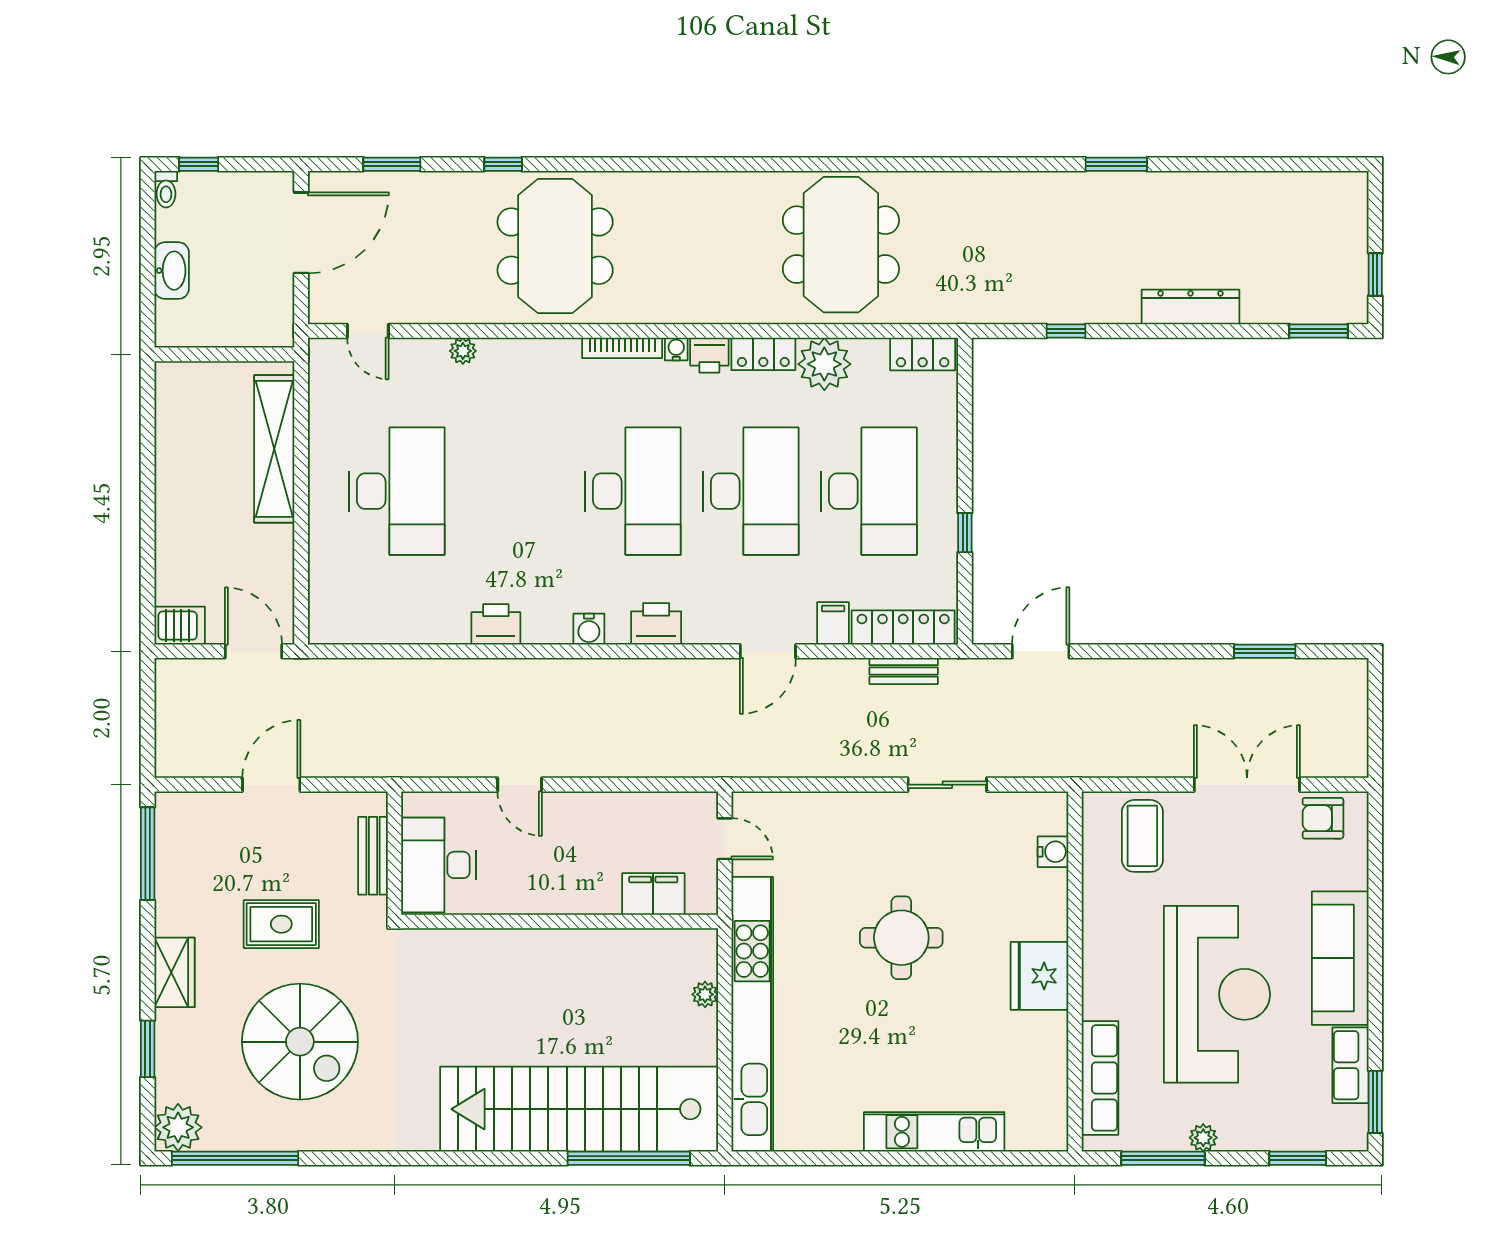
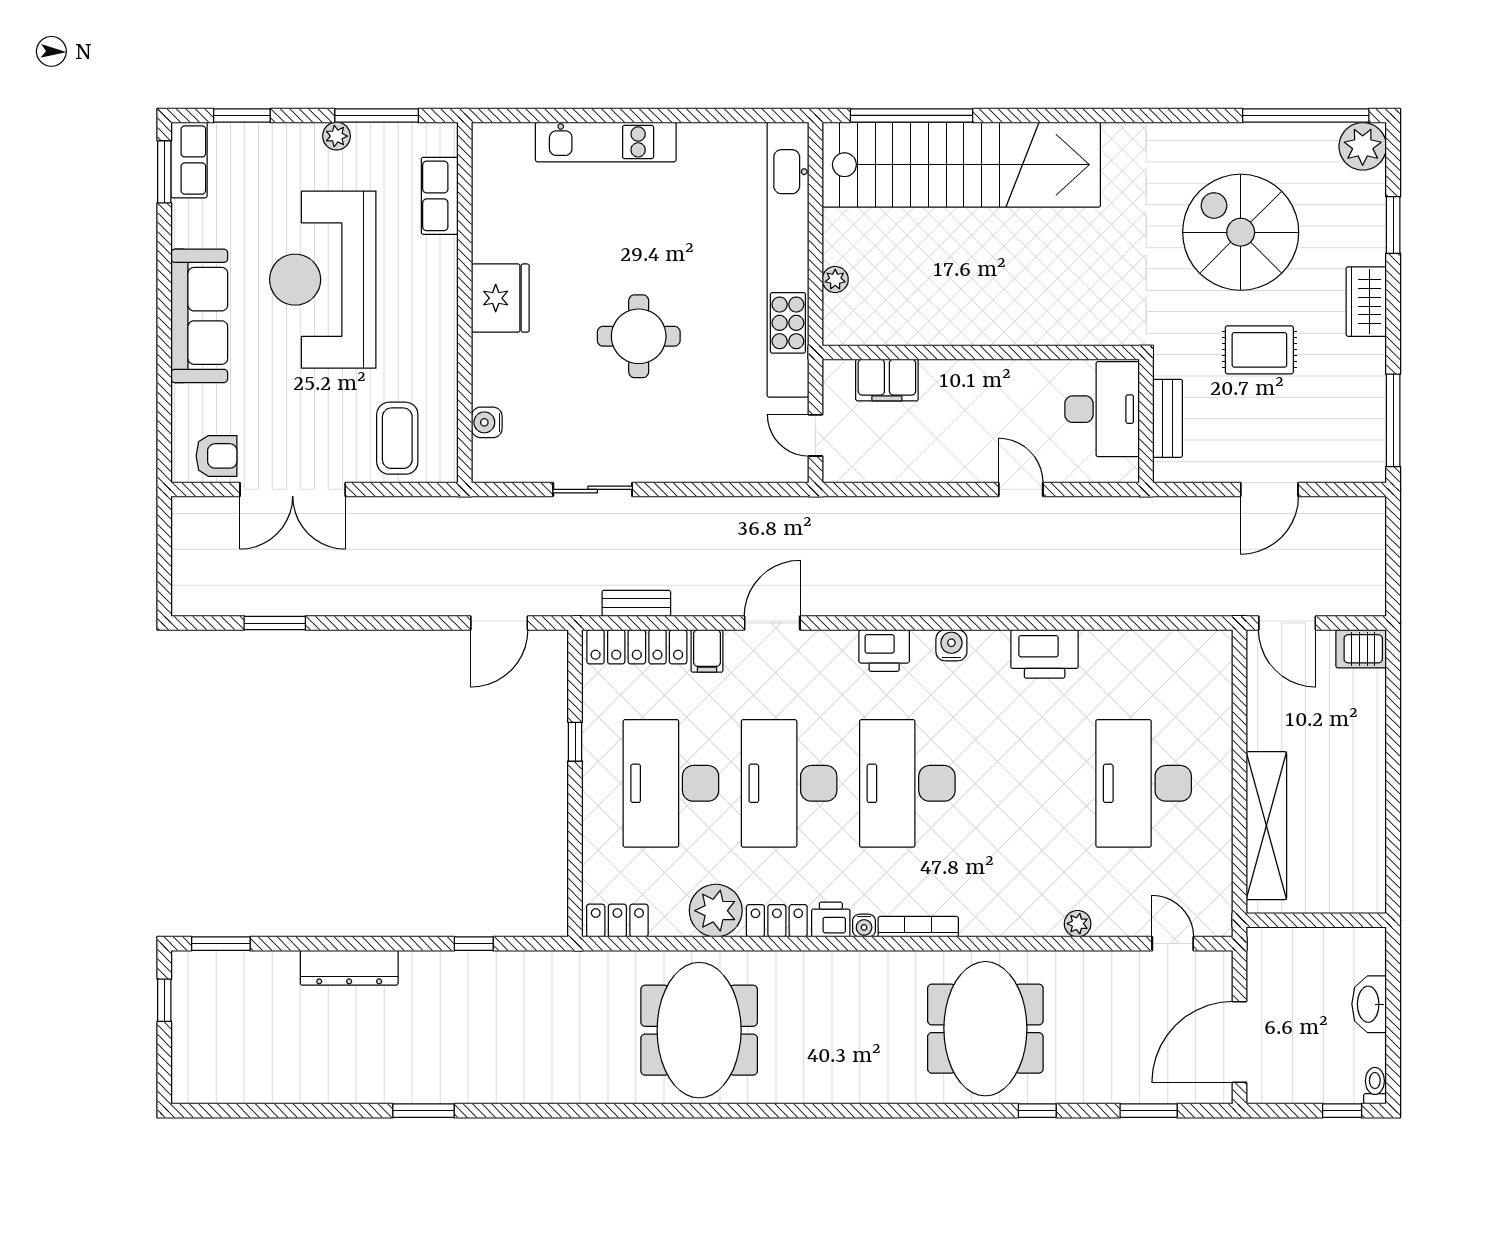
printer: (496, 624) -> (1045, 654), width x1.37, depth x1.19
row of seats: (1350, 1065) -> (189, 160), moved
row of seats: (1100, 1078) -> (440, 196), width x0.68

